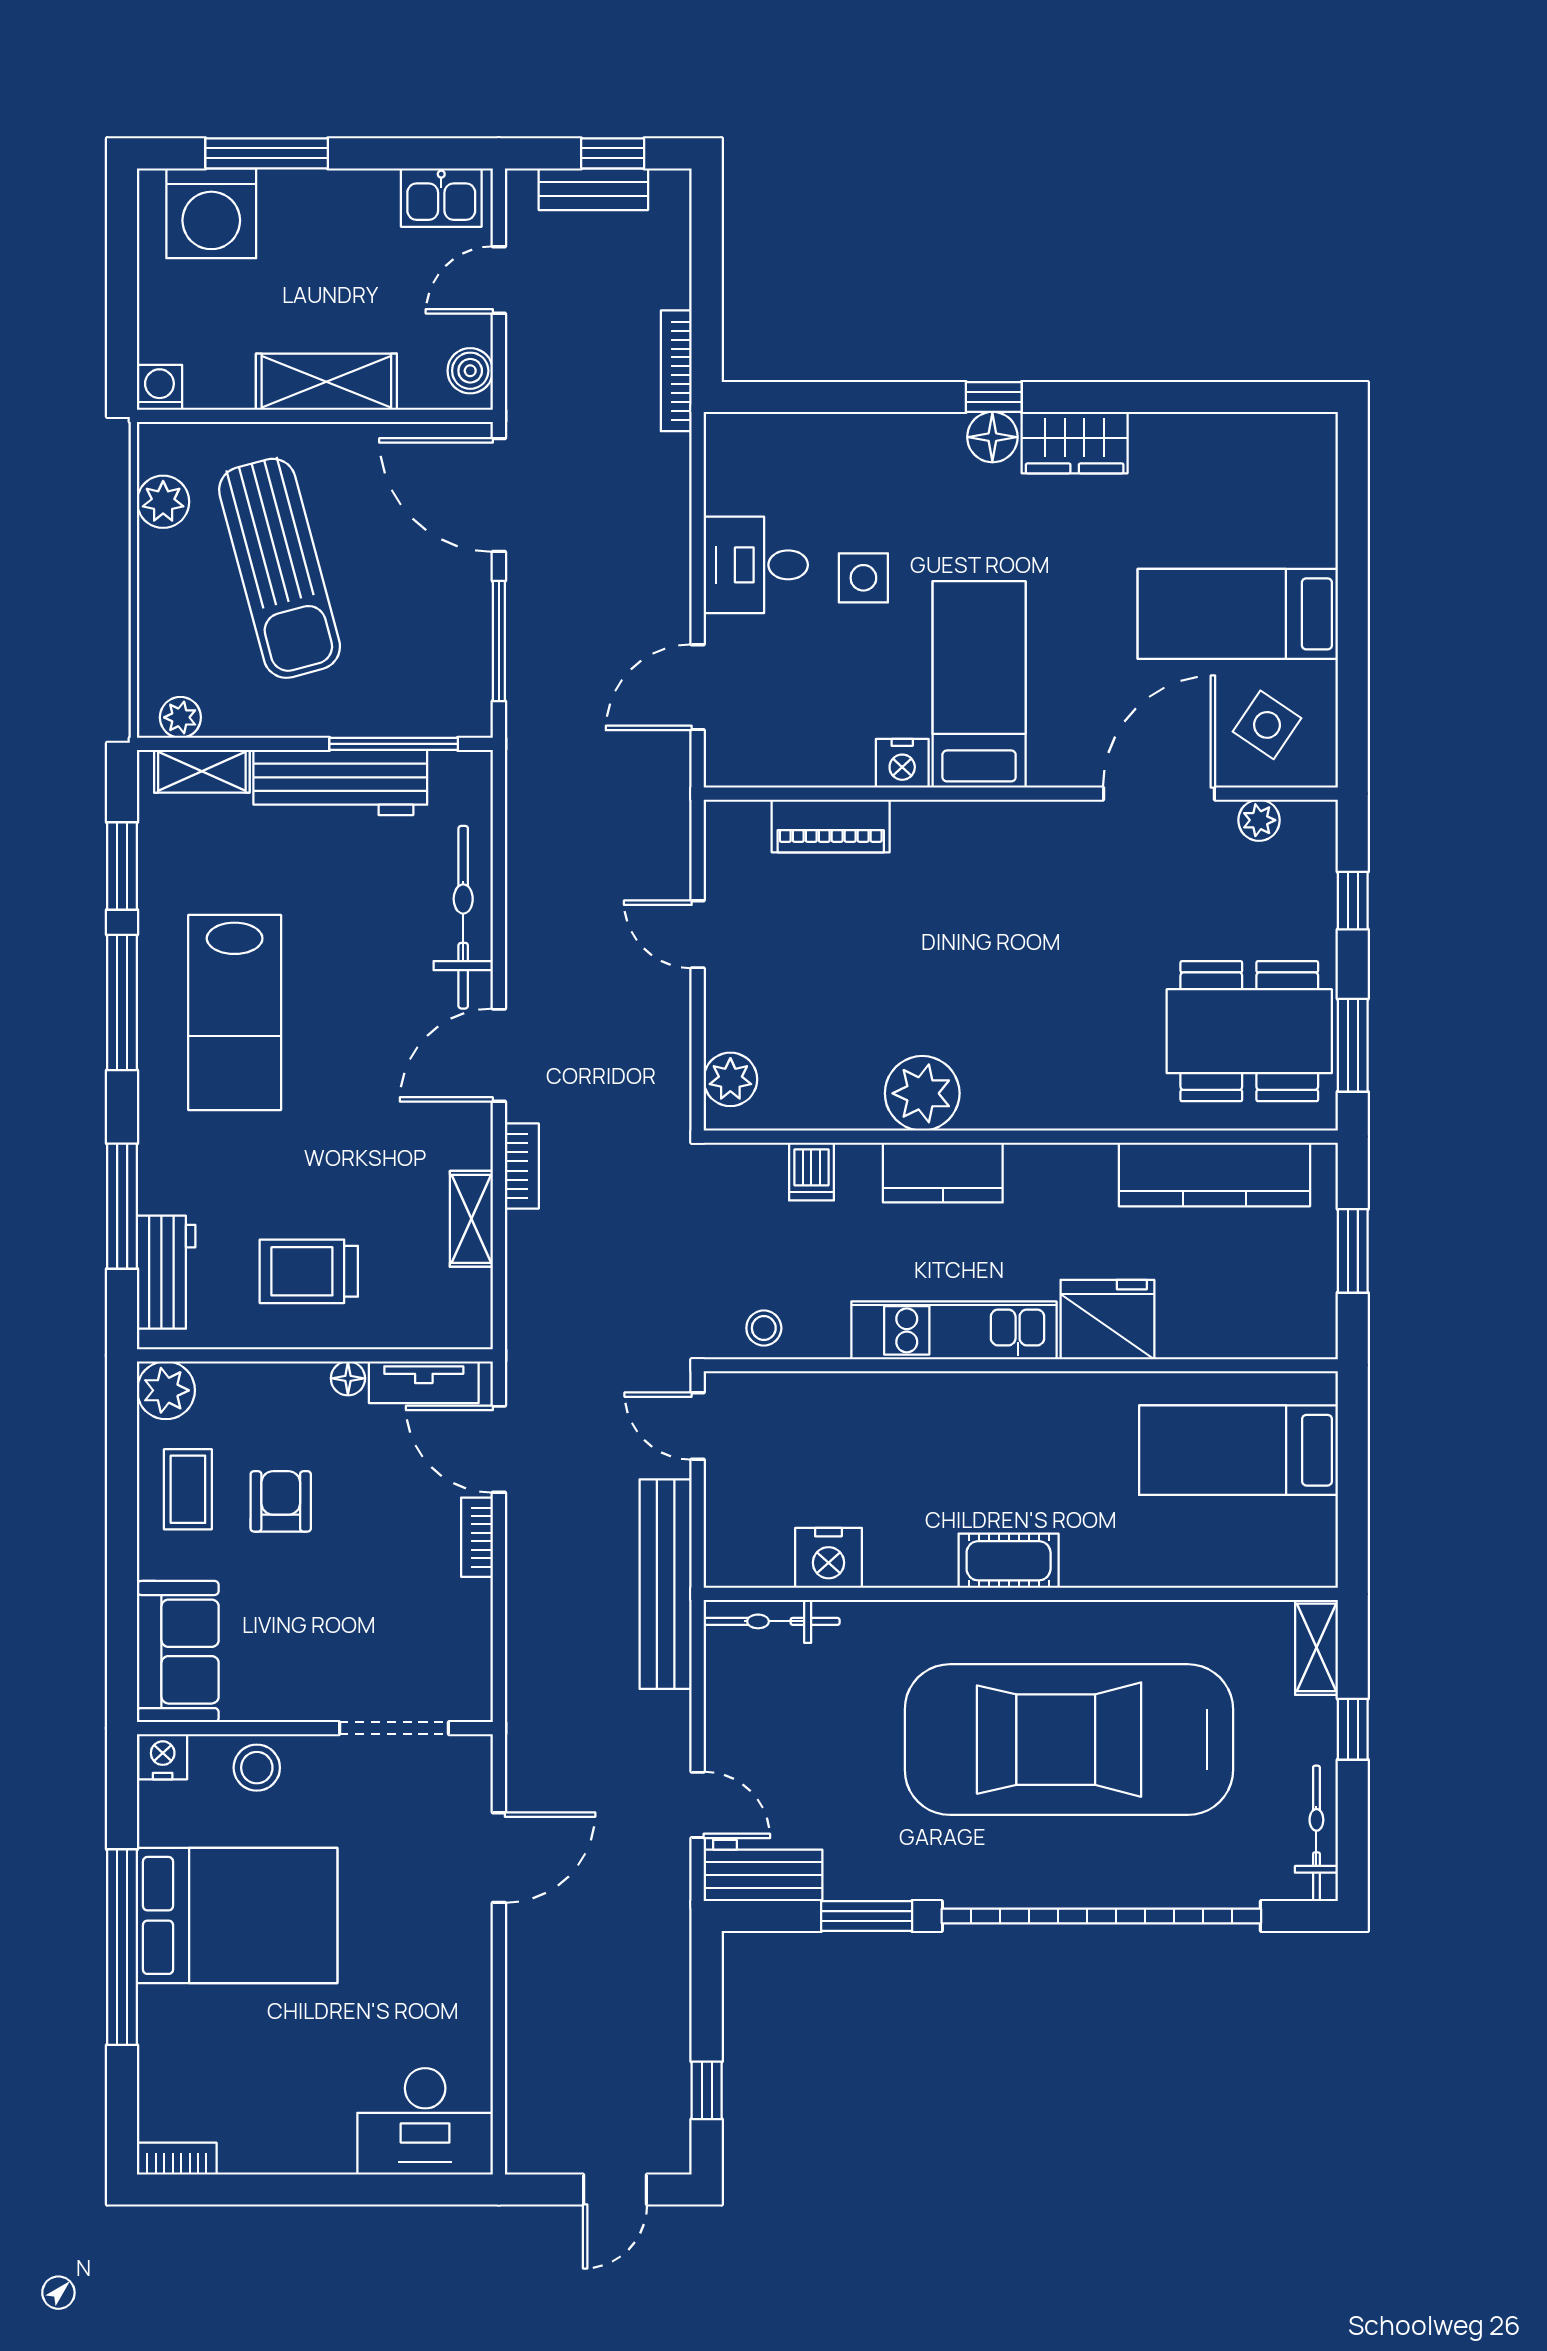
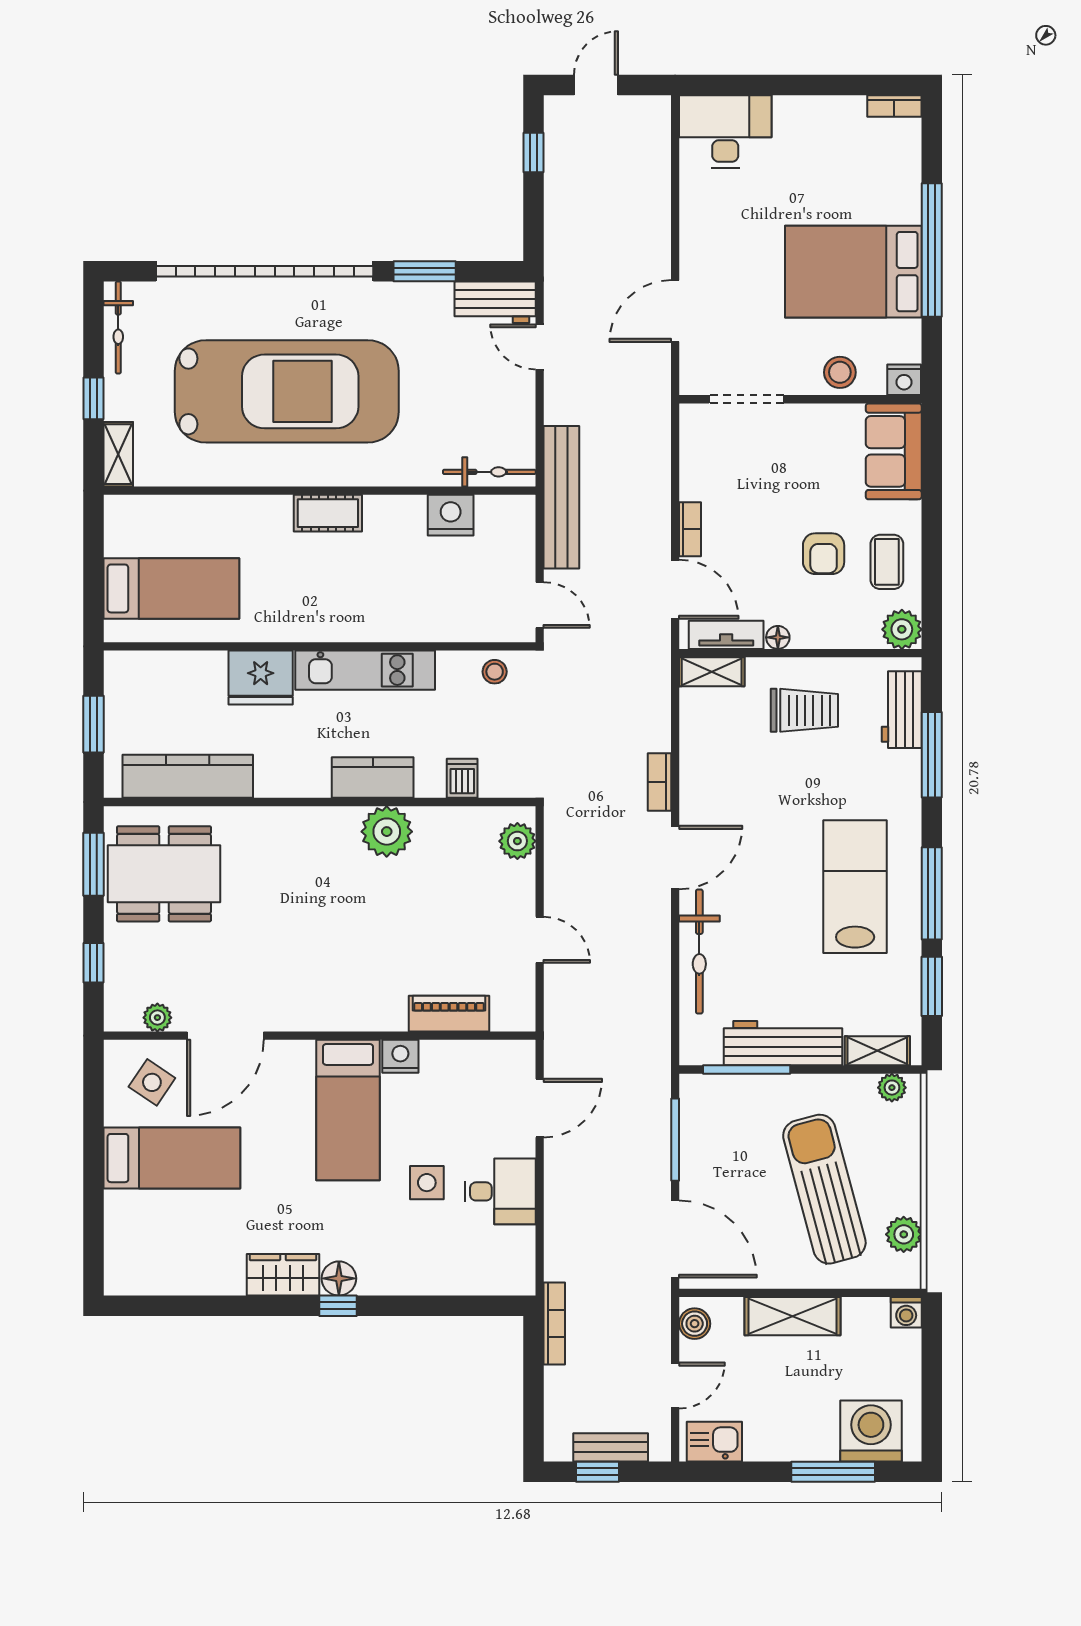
shelving: (471, 1219) -> (712, 672), moved, turned 90

